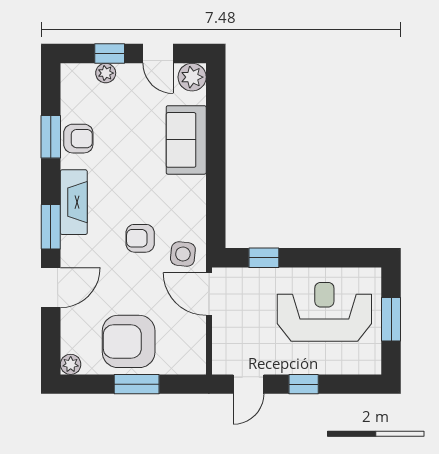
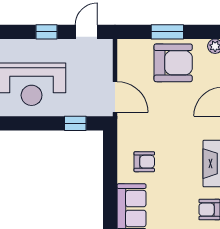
armchair: (140, 238) -> (144, 162), moved
side table: (183, 254) -> (134, 126), removed

